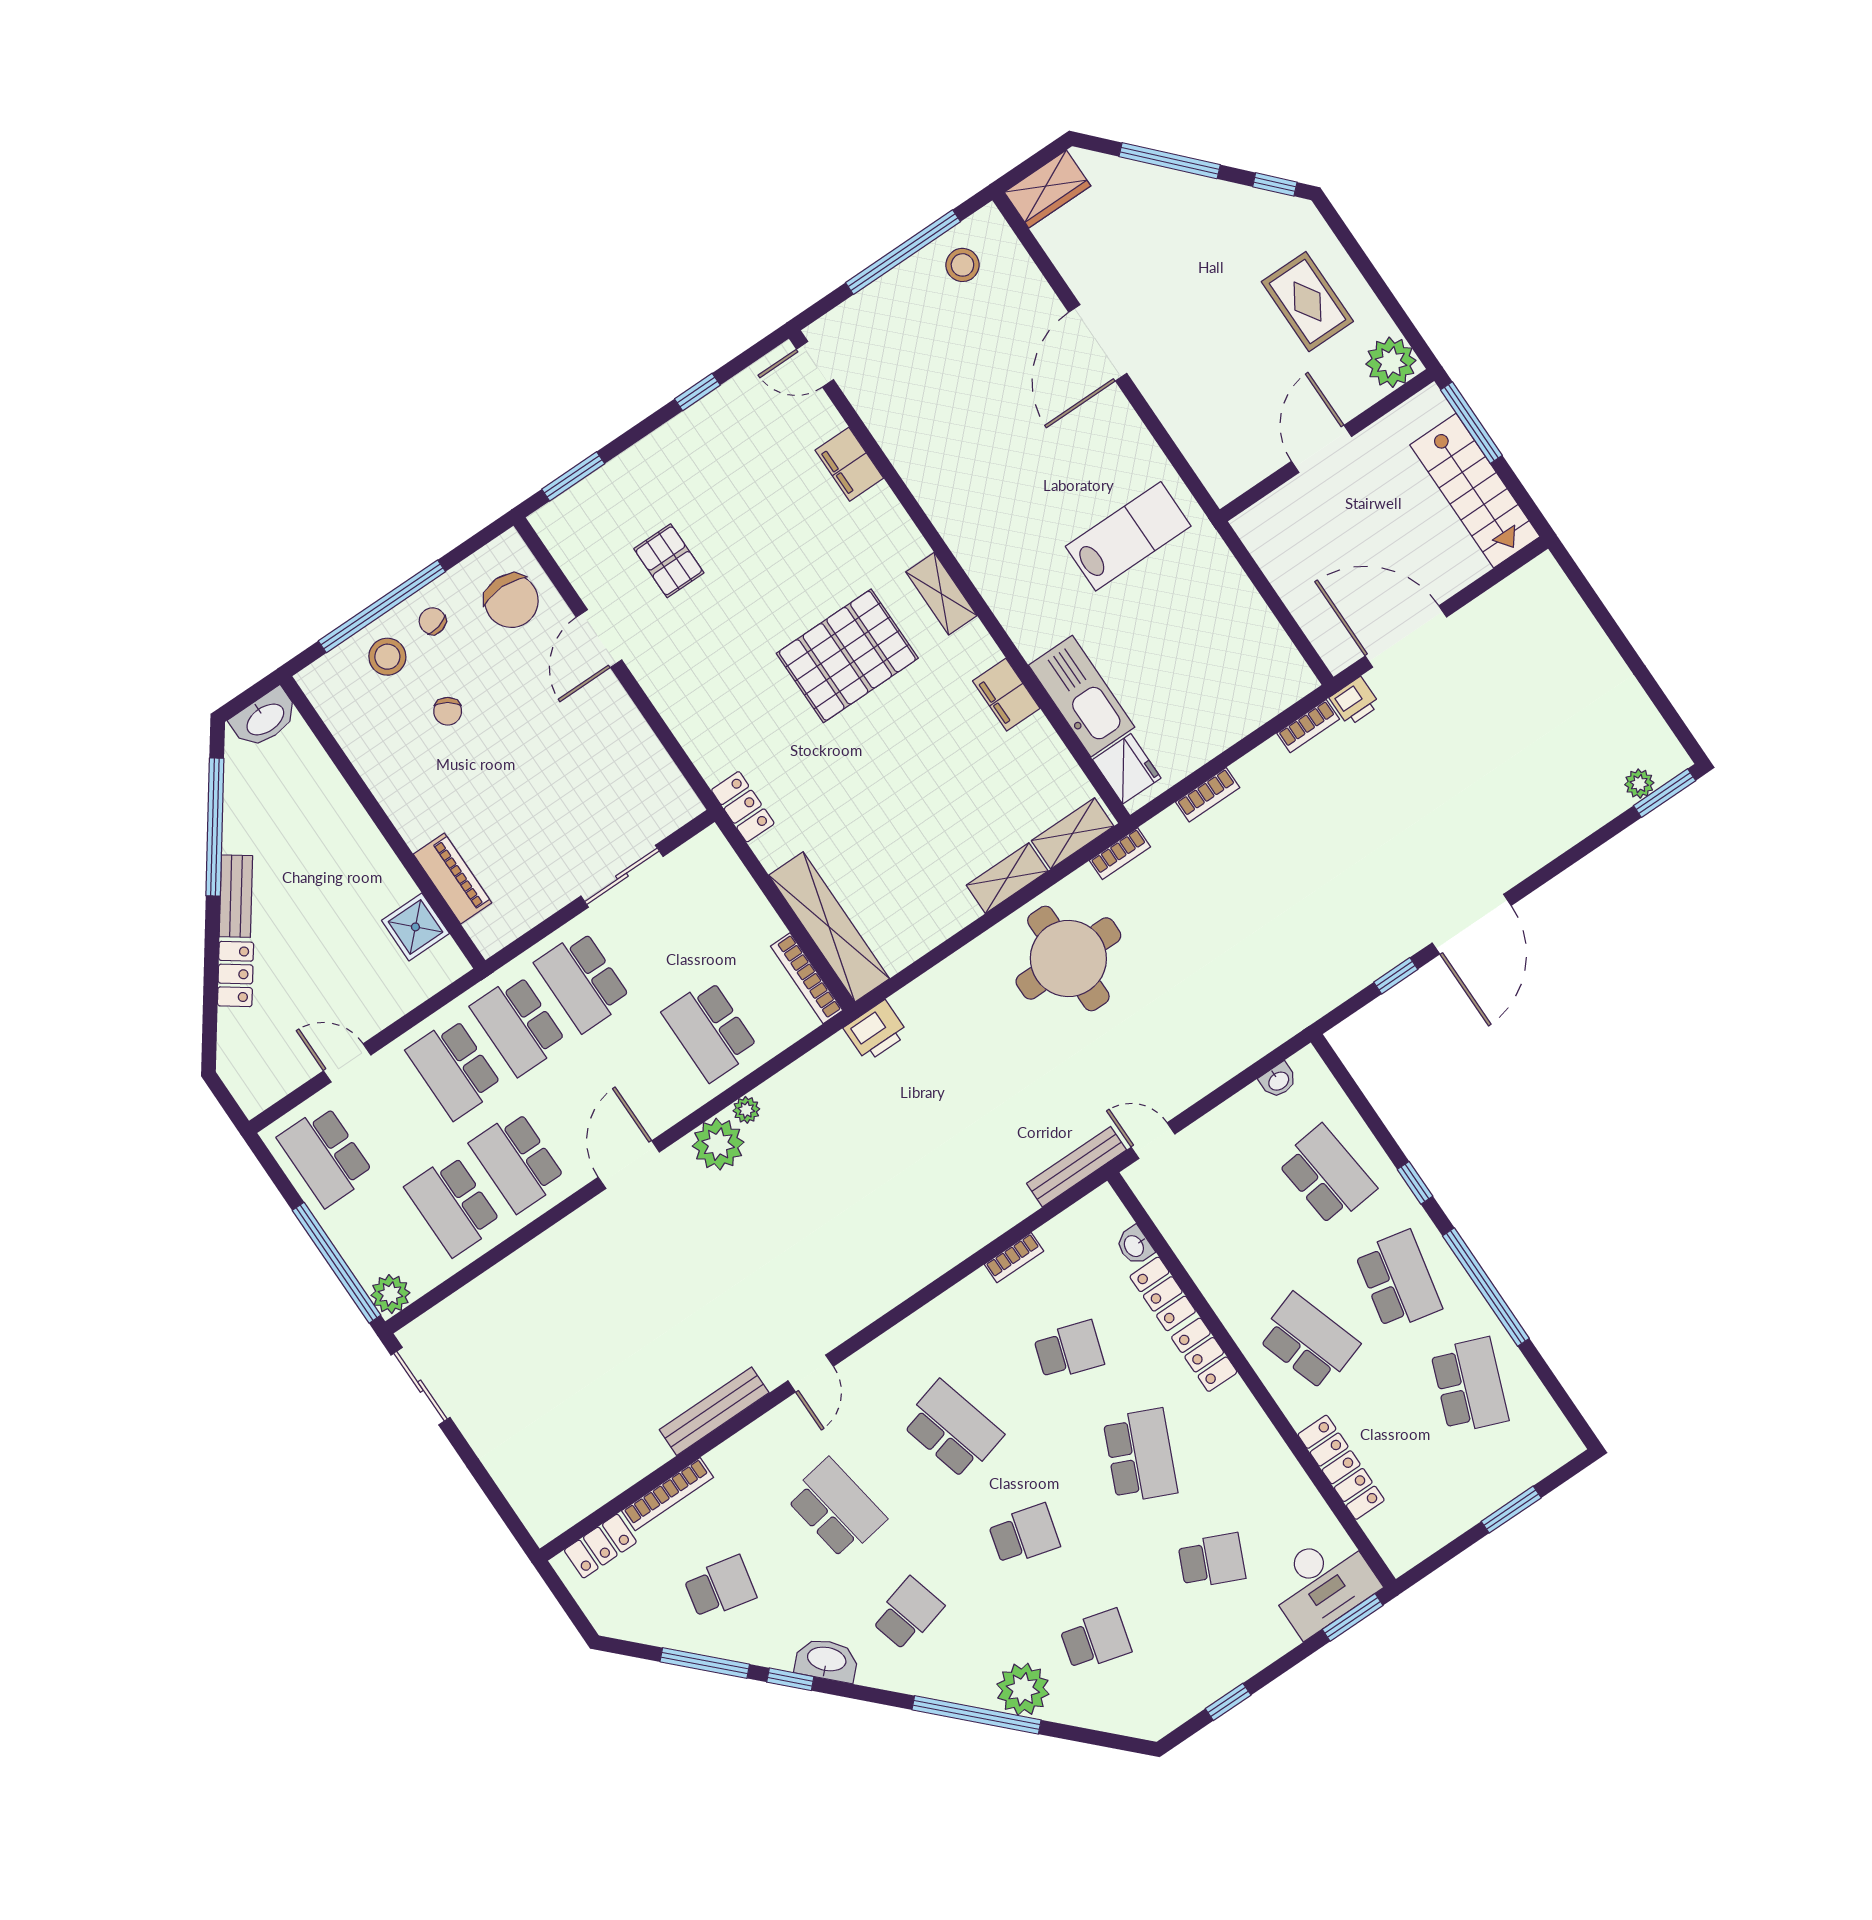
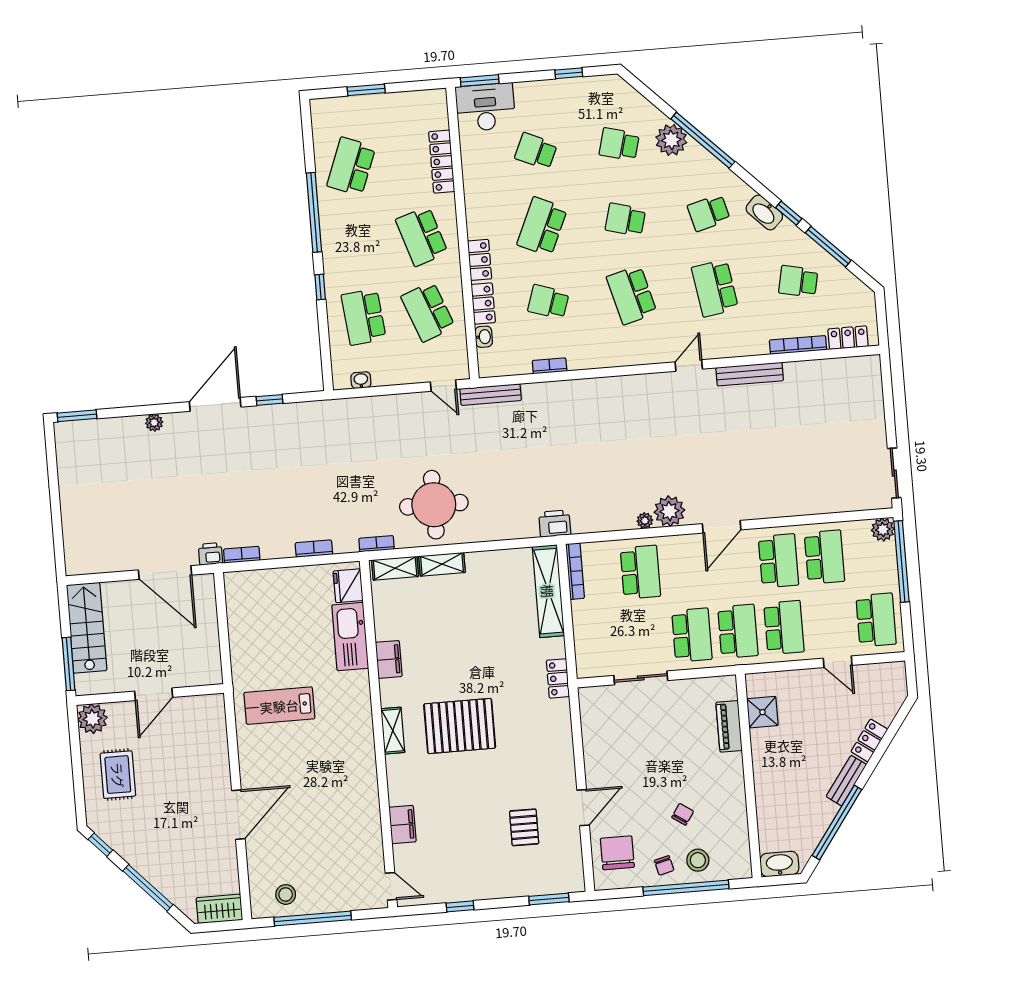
plant: (1639, 784) -> (154, 423), moved
school desk: (1398, 1280) -> (428, 312), moved, turned -33

